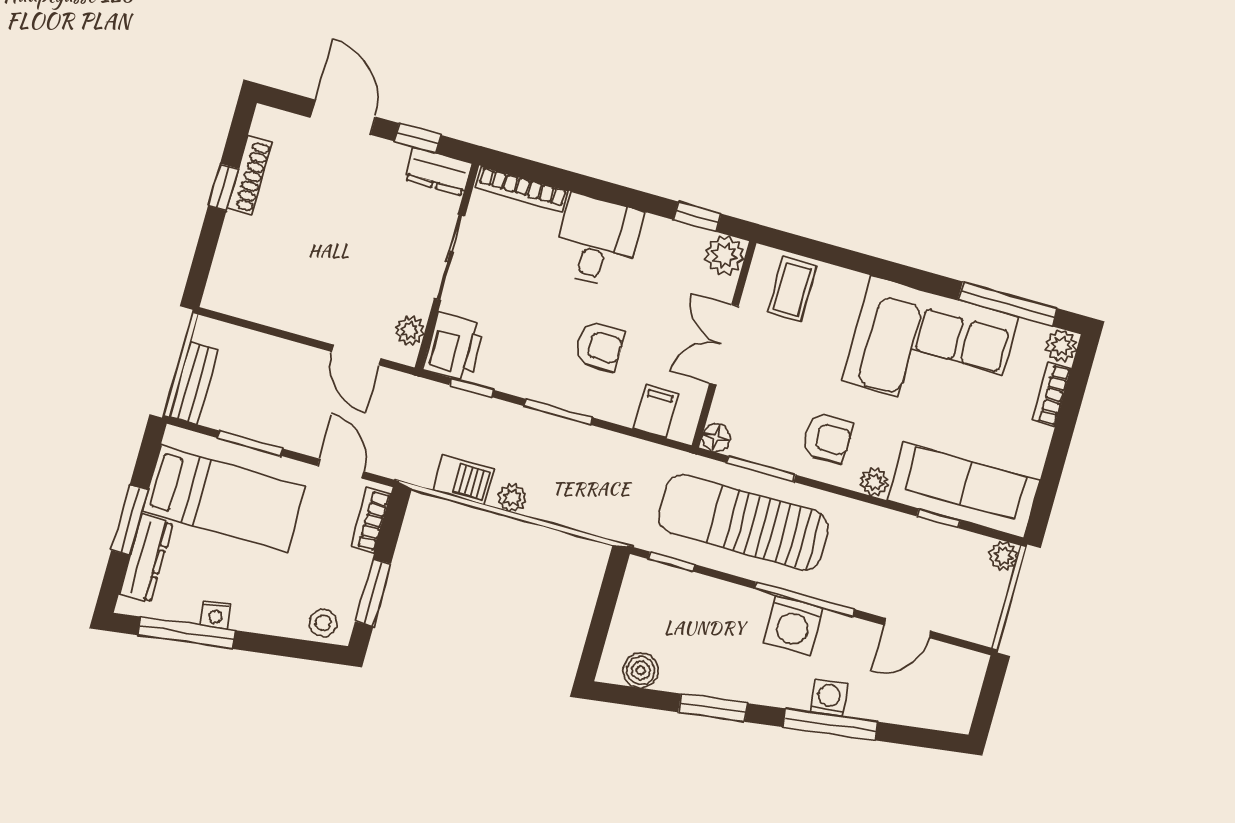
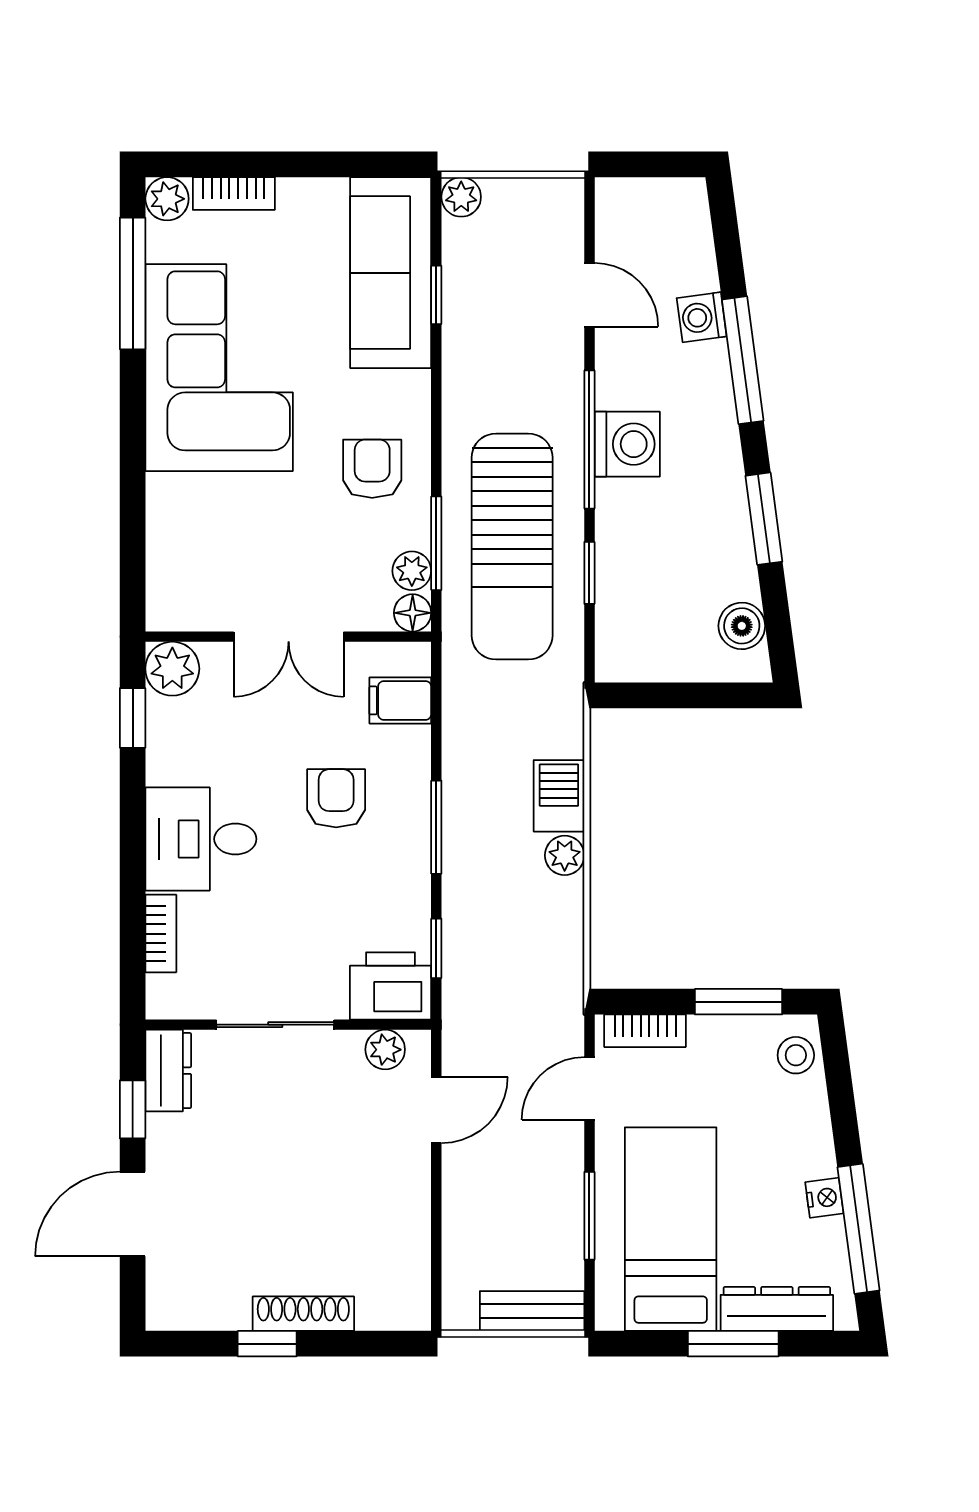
shoe rack: (250, 176) -> (303, 1314), moved
bookcase: (522, 189) -> (161, 934), width x0.64
coffee table: (792, 289) -> (191, 568), removed
barbecue: (464, 480) -> (559, 796), moved
plant: (874, 482) -> (412, 571), moved
window: (671, 562) -> (589, 573), moved
washing machine: (829, 698) -> (702, 317), moved

